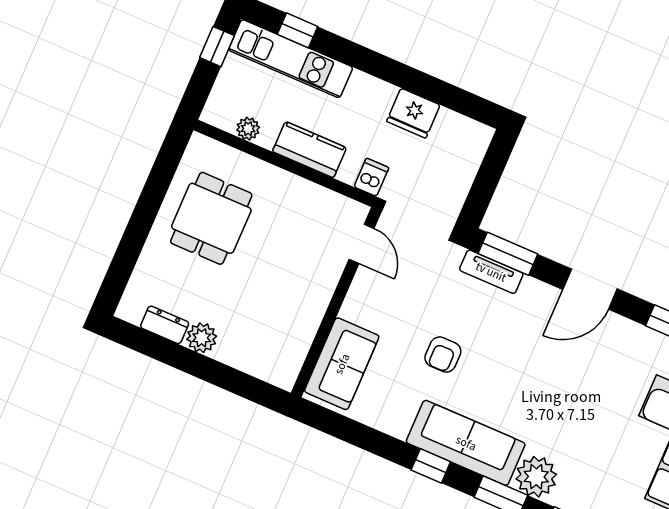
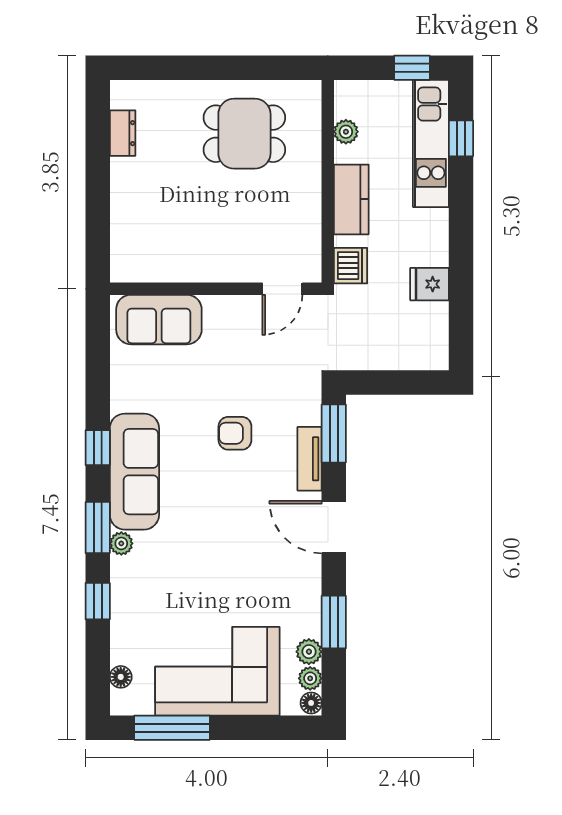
fridge: (413, 113) -> (430, 284), width x0.72
dishwasher: (371, 177) -> (350, 266), width x1.38
tv unit: (491, 272) -> (310, 459), moved
plant: (202, 338) -> (126, 174), removed
armchair: (443, 355) -> (235, 433), moved
plant: (536, 477) -> (121, 543), width x0.53, depth x0.53

